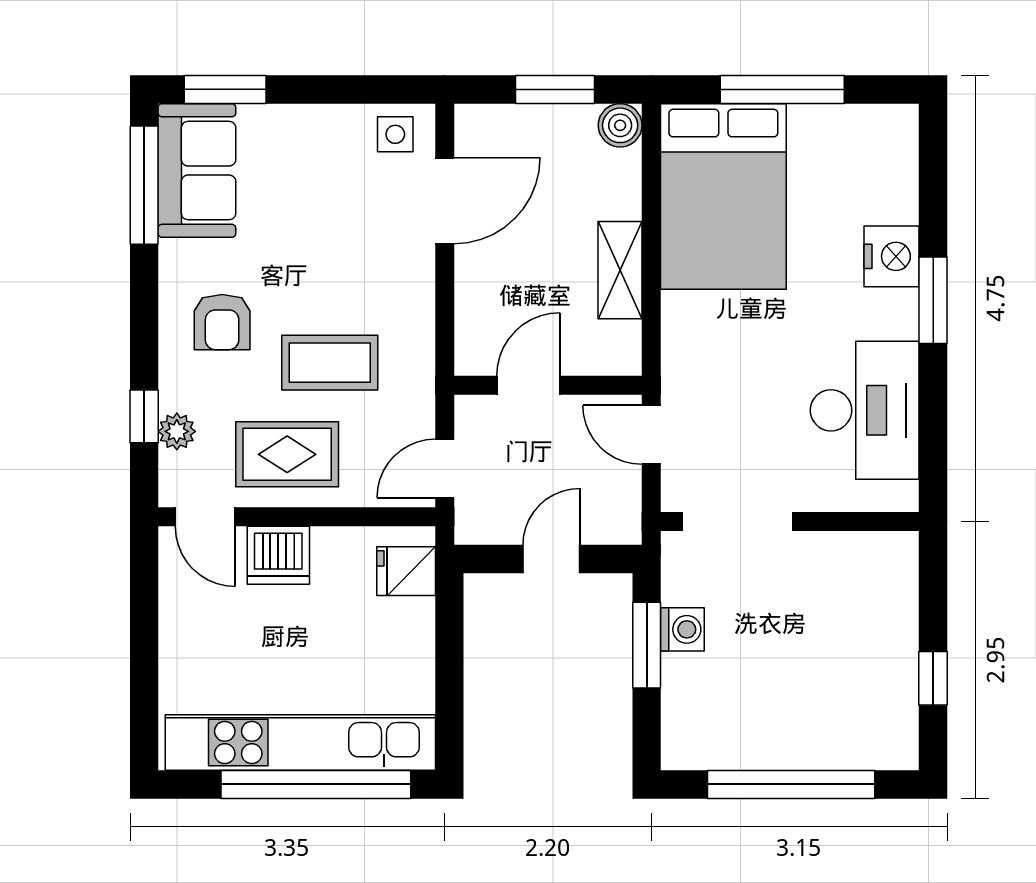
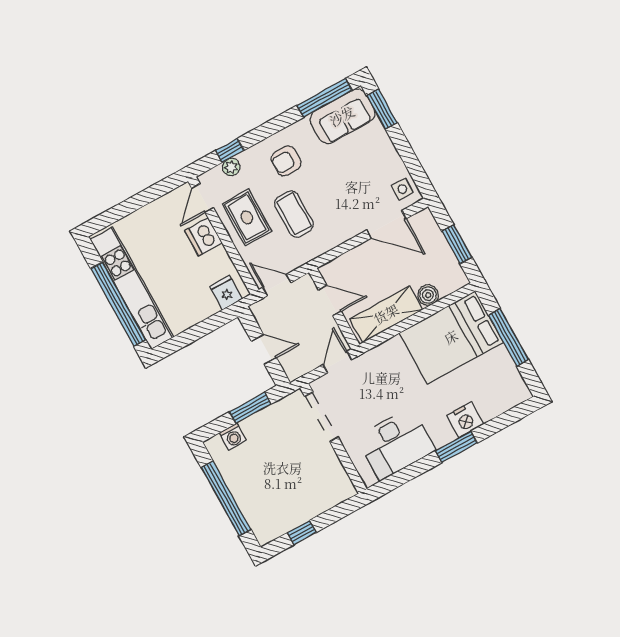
boiler: (620, 125) -> (428, 295), moved
shelving: (620, 270) -> (386, 314), width x1.50, depth x1.33
washing machine: (682, 629) -> (233, 437), moved

